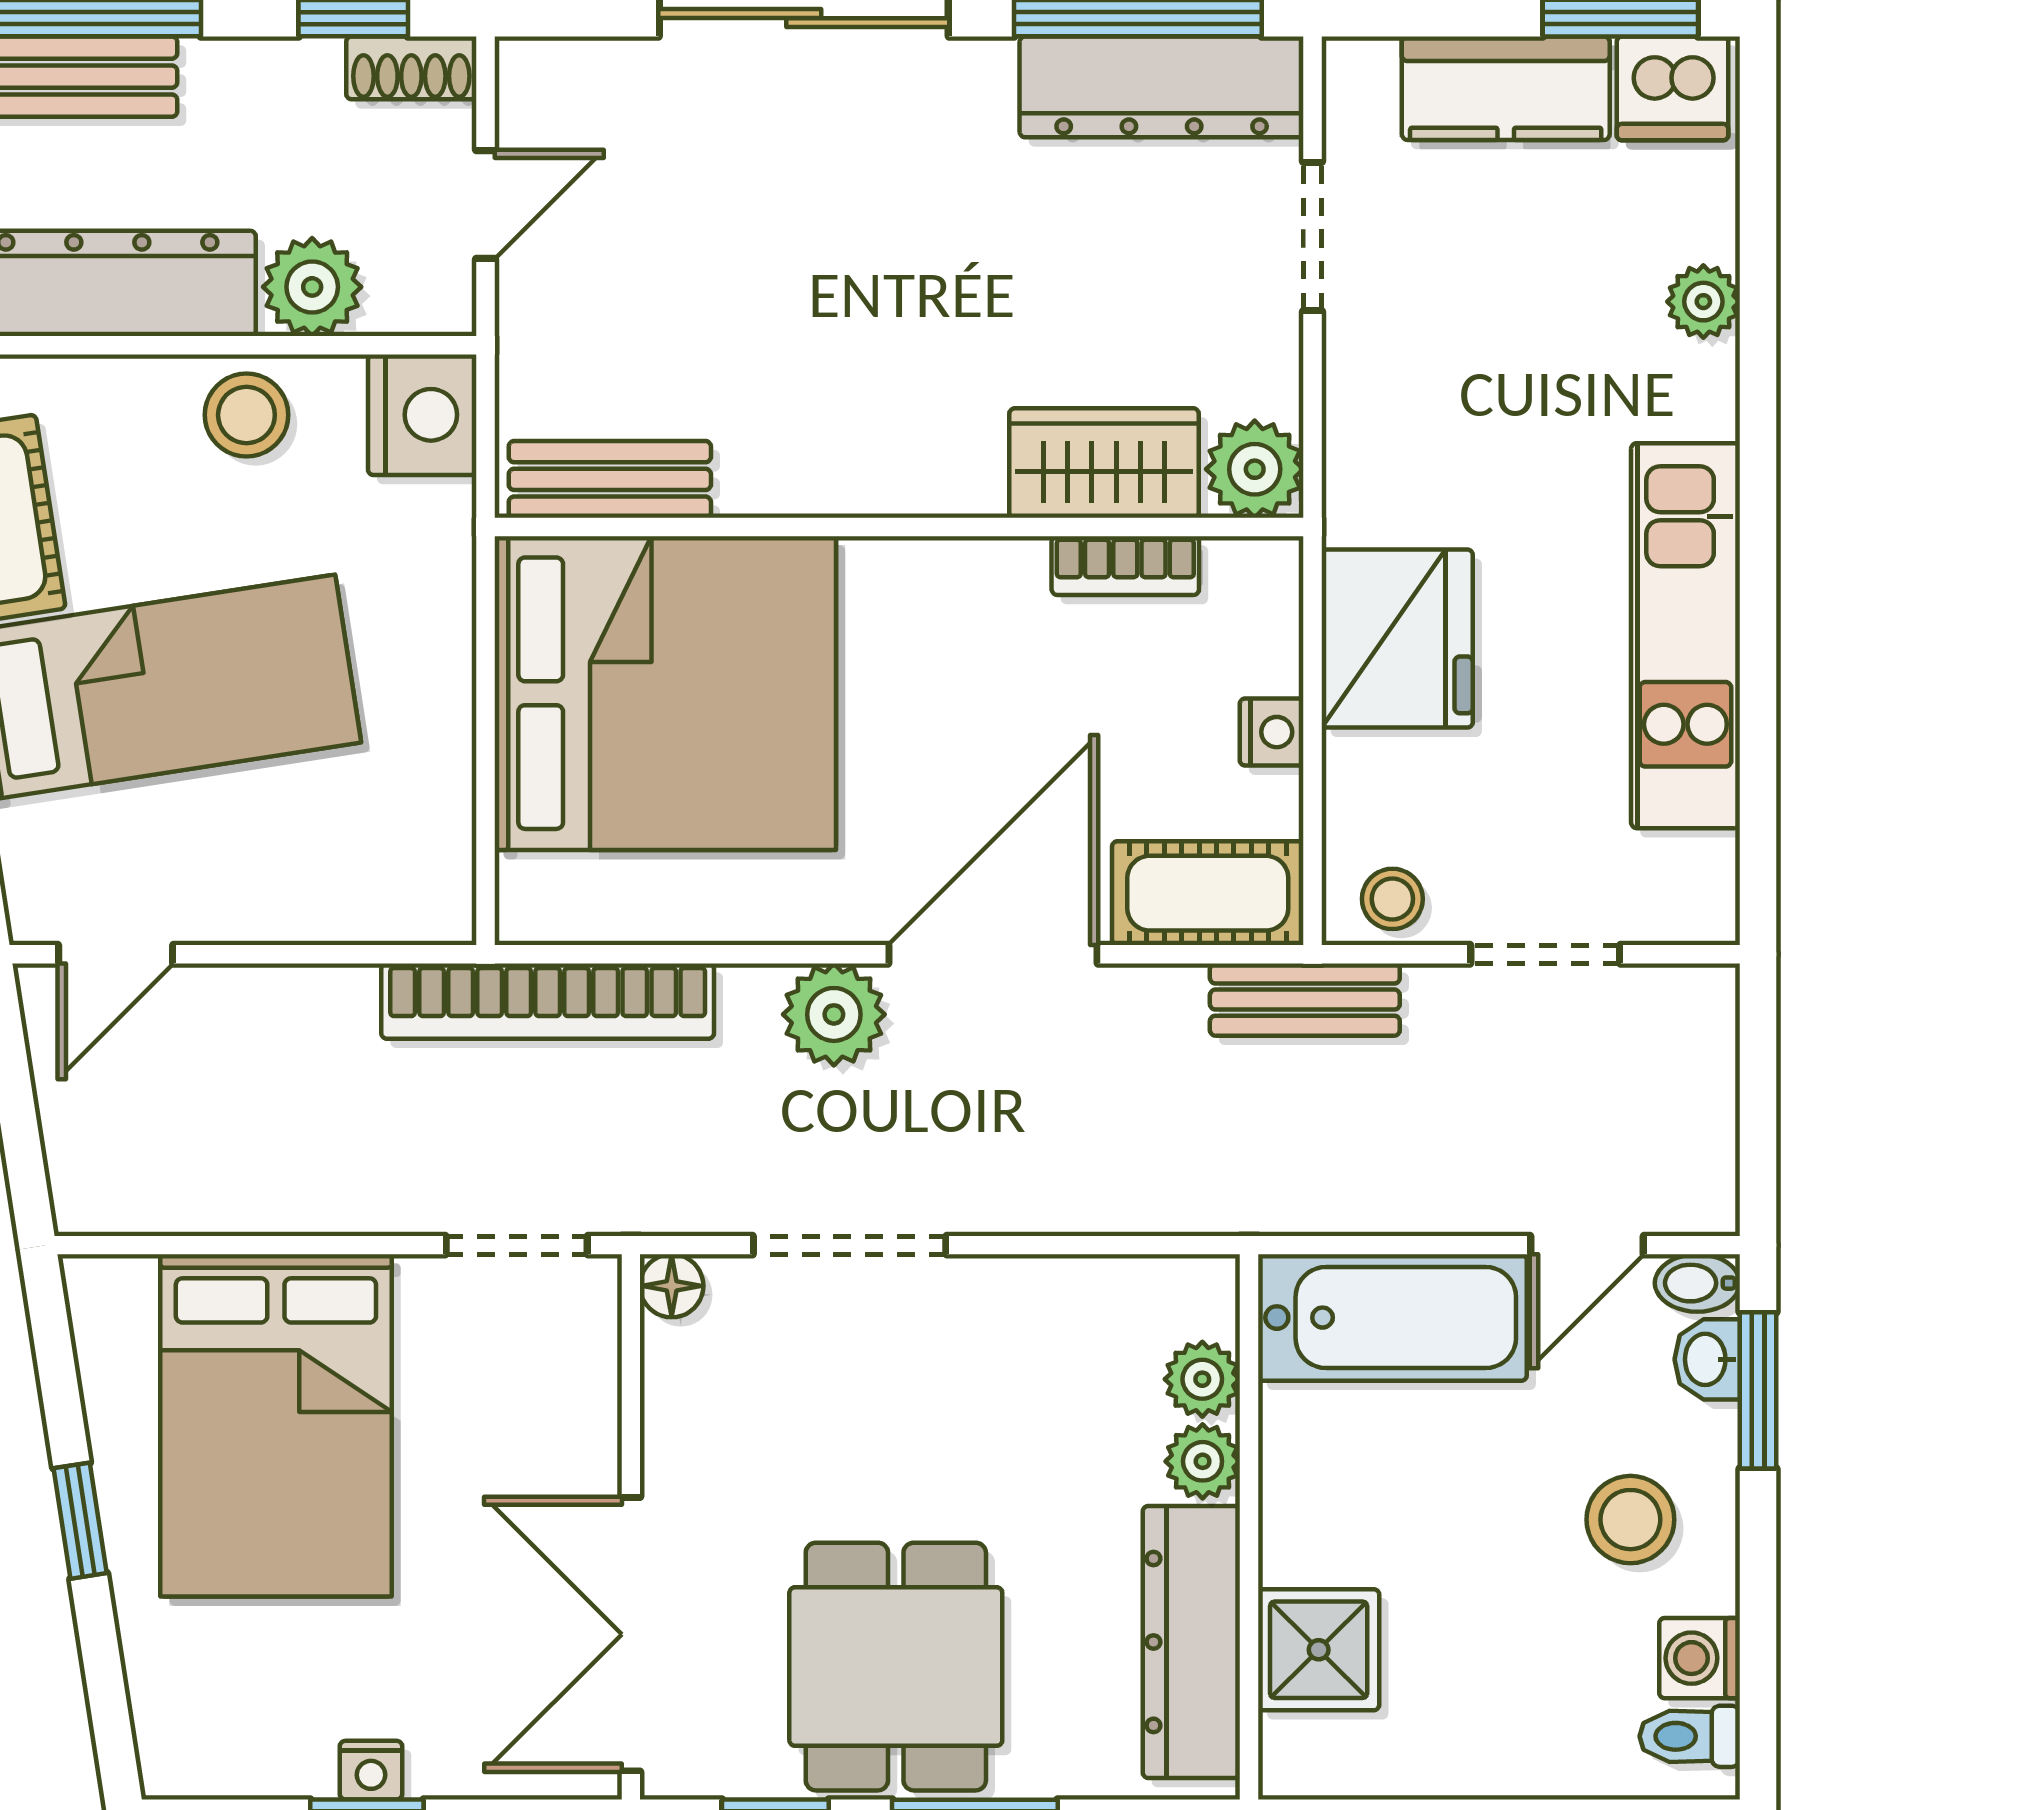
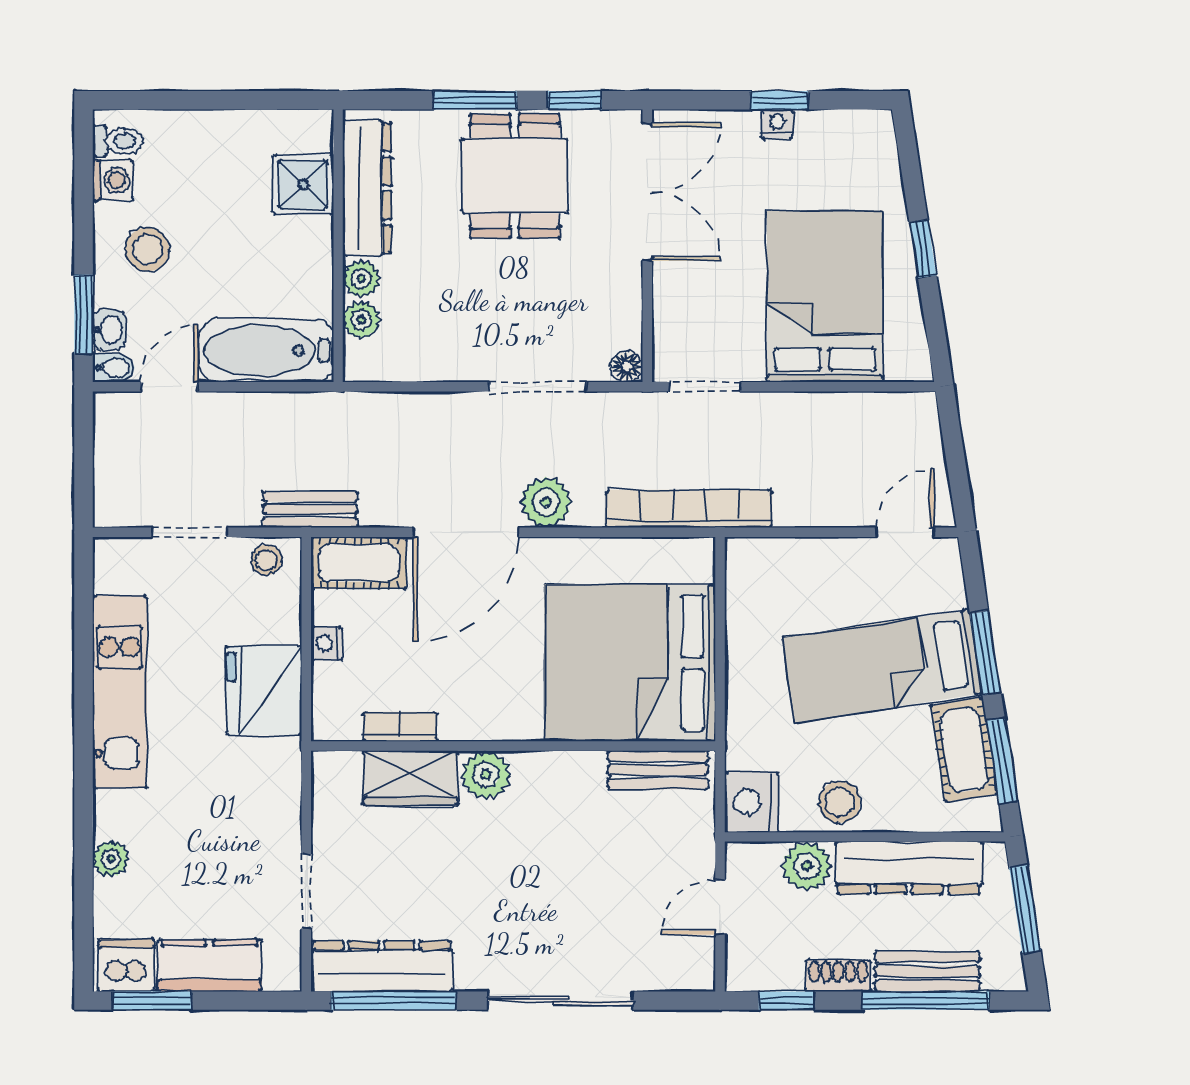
shoe rack: (411, 68) -> (838, 976), moved
plant: (1255, 469) -> (486, 775), moved

